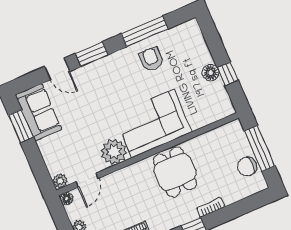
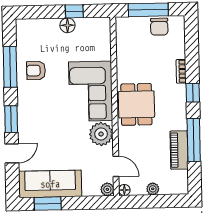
sofa: (38, 112) -> (50, 184), width x1.36
dining table: (175, 172) -> (136, 104), moved, turned 90

